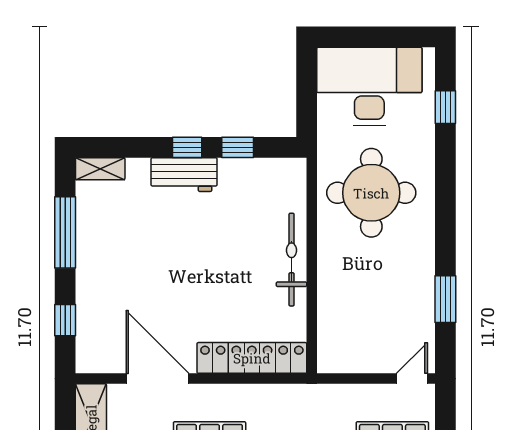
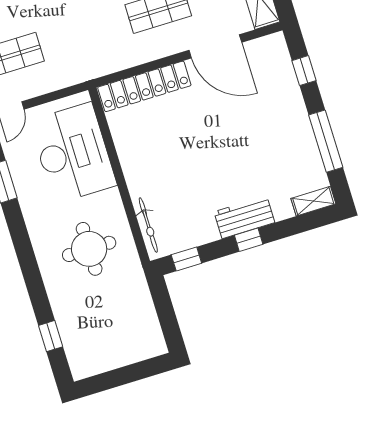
desk: (369, 86) -> (73, 153), moved, turned -90
window: (238, 147) -> (186, 259), moved
round table: (371, 193) -> (89, 249), width x0.73, depth x0.73
bicycle: (292, 260) -> (148, 225), moved, width x0.73, depth x0.71

